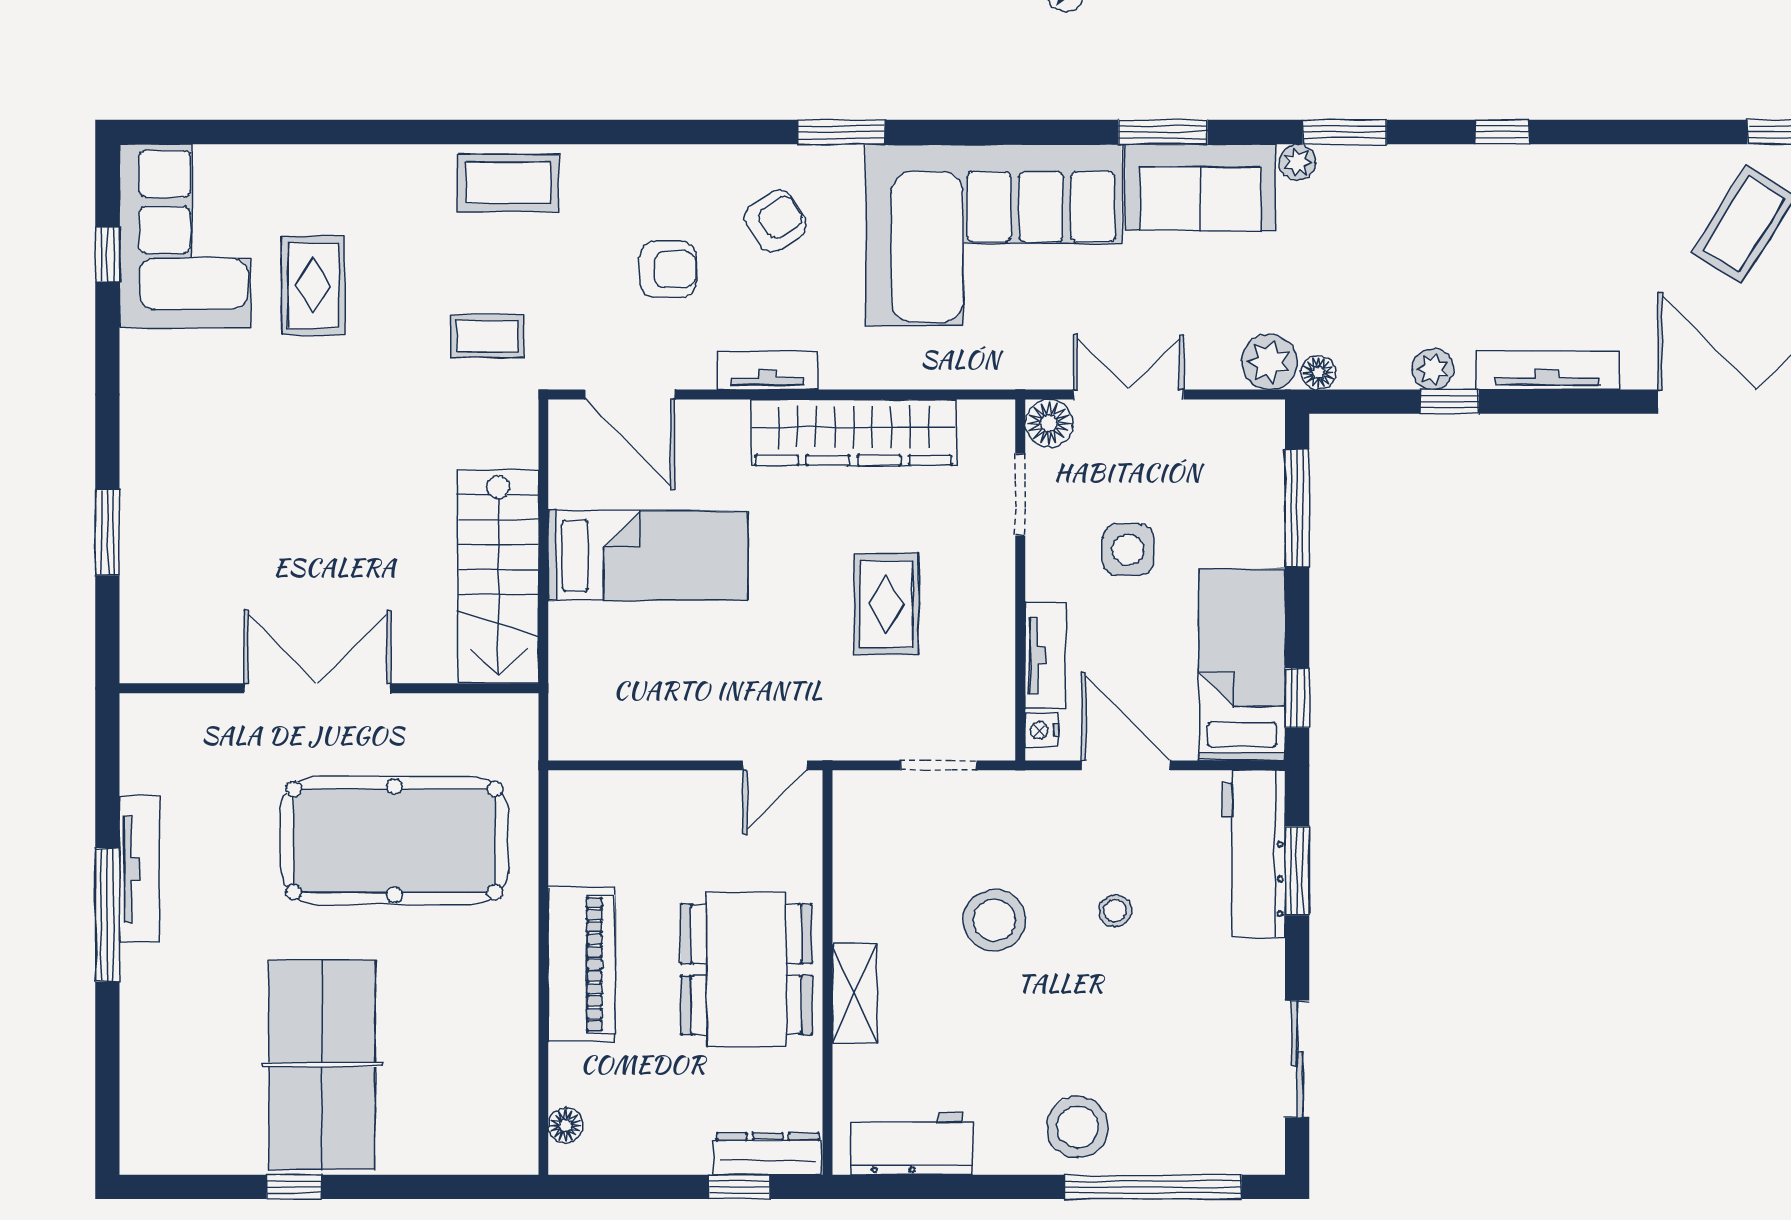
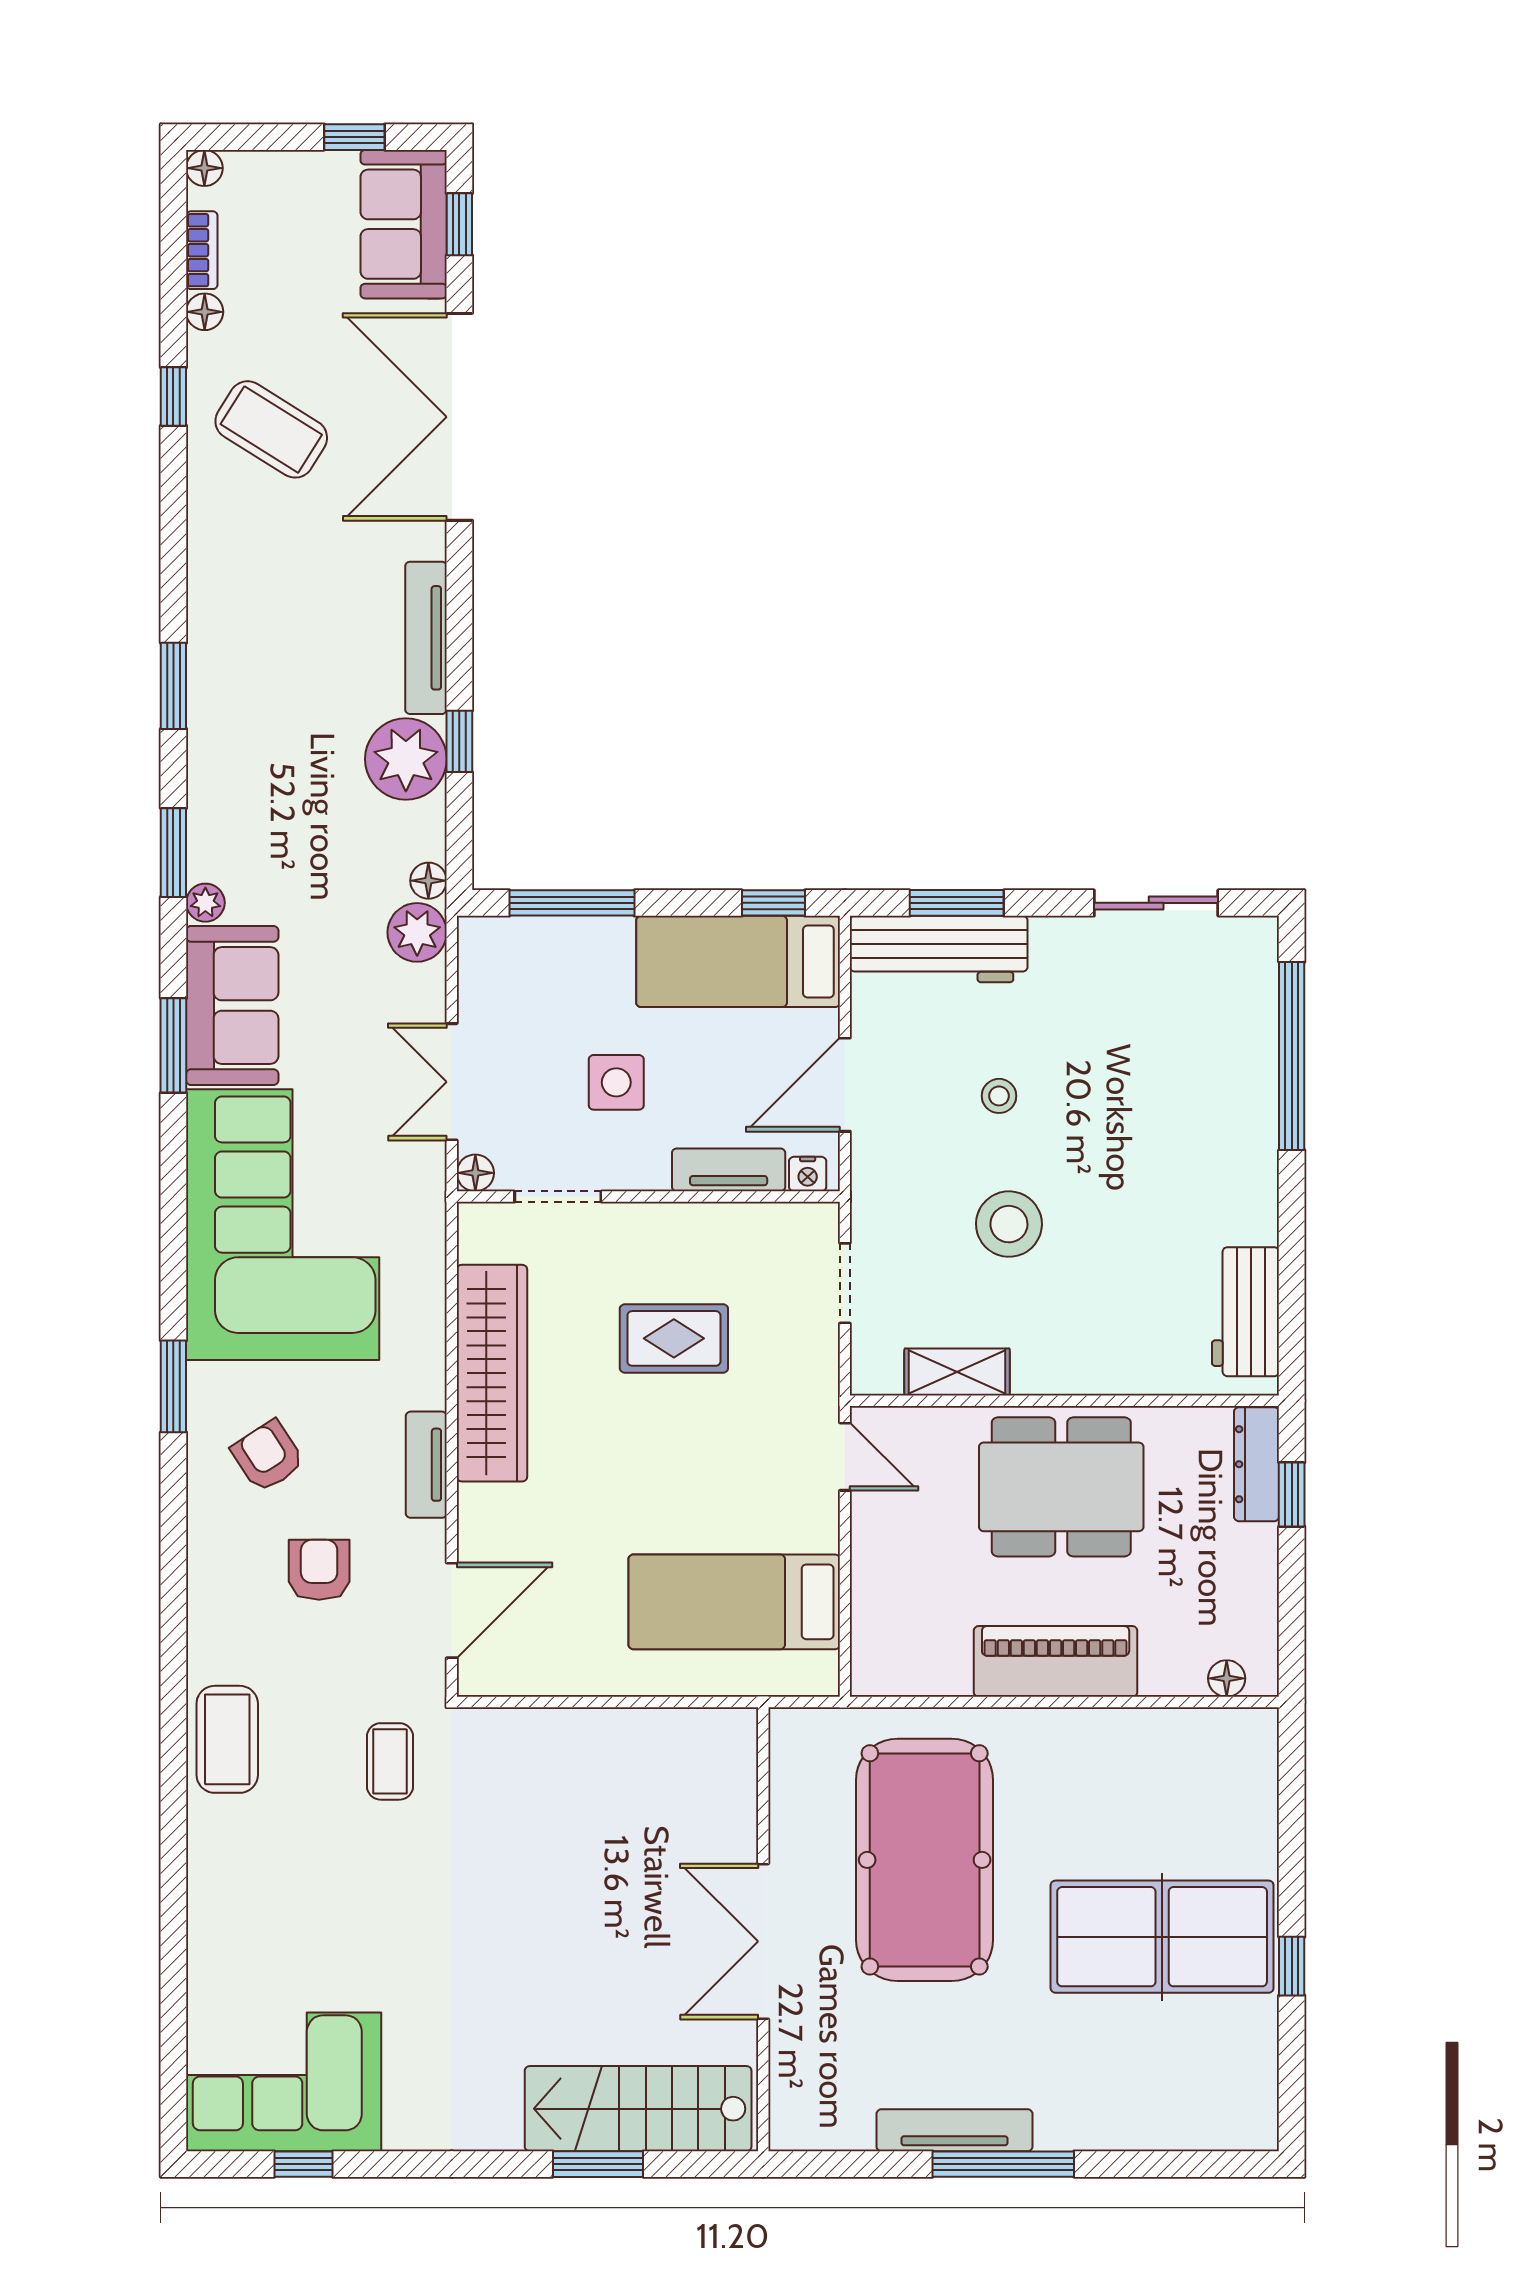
window: (1502, 132) -> (173, 686), width x1.50
rug: (313, 285) -> (336, 1946), removed
plant: (1433, 369) -> (406, 759), width x1.88, depth x1.88
floor lamp: (1049, 423) -> (475, 1173), width x0.73, depth x0.73
bed: (648, 556) -> (734, 1602), moved, turned -90
stairs: (498, 577) -> (638, 2109), moved, turned 180
shelving: (855, 993) -> (957, 1372), moved
stool: (1078, 1127) -> (1228, 1136), removed

